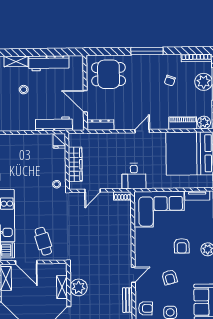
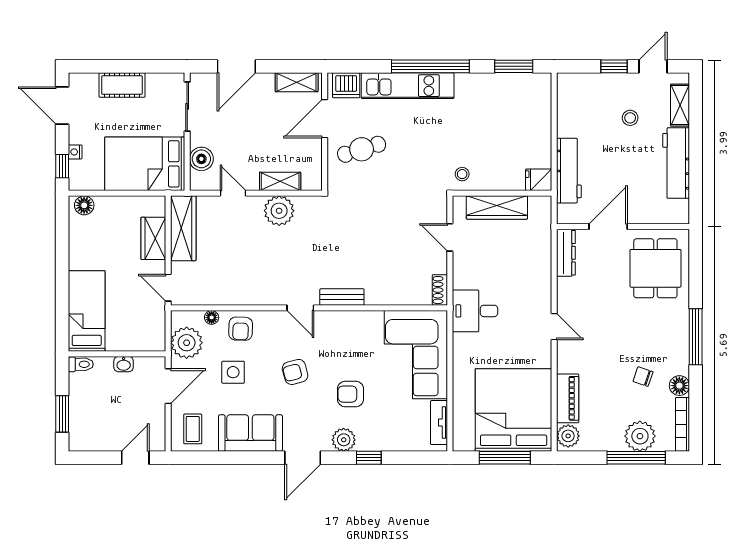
floor lamp: (175, 60) -> (679, 386), added
bench: (128, 300) -> (342, 297), moved

